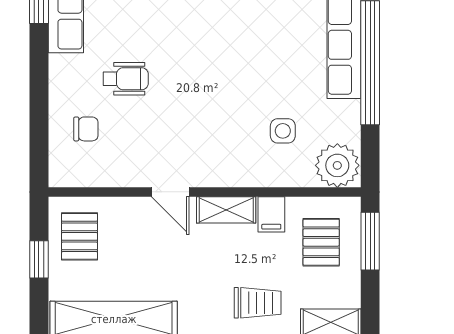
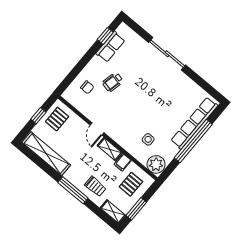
wheelchair: (126, 79) -> (113, 82), turned 103
window: (370, 241) -> (136, 209), moved

